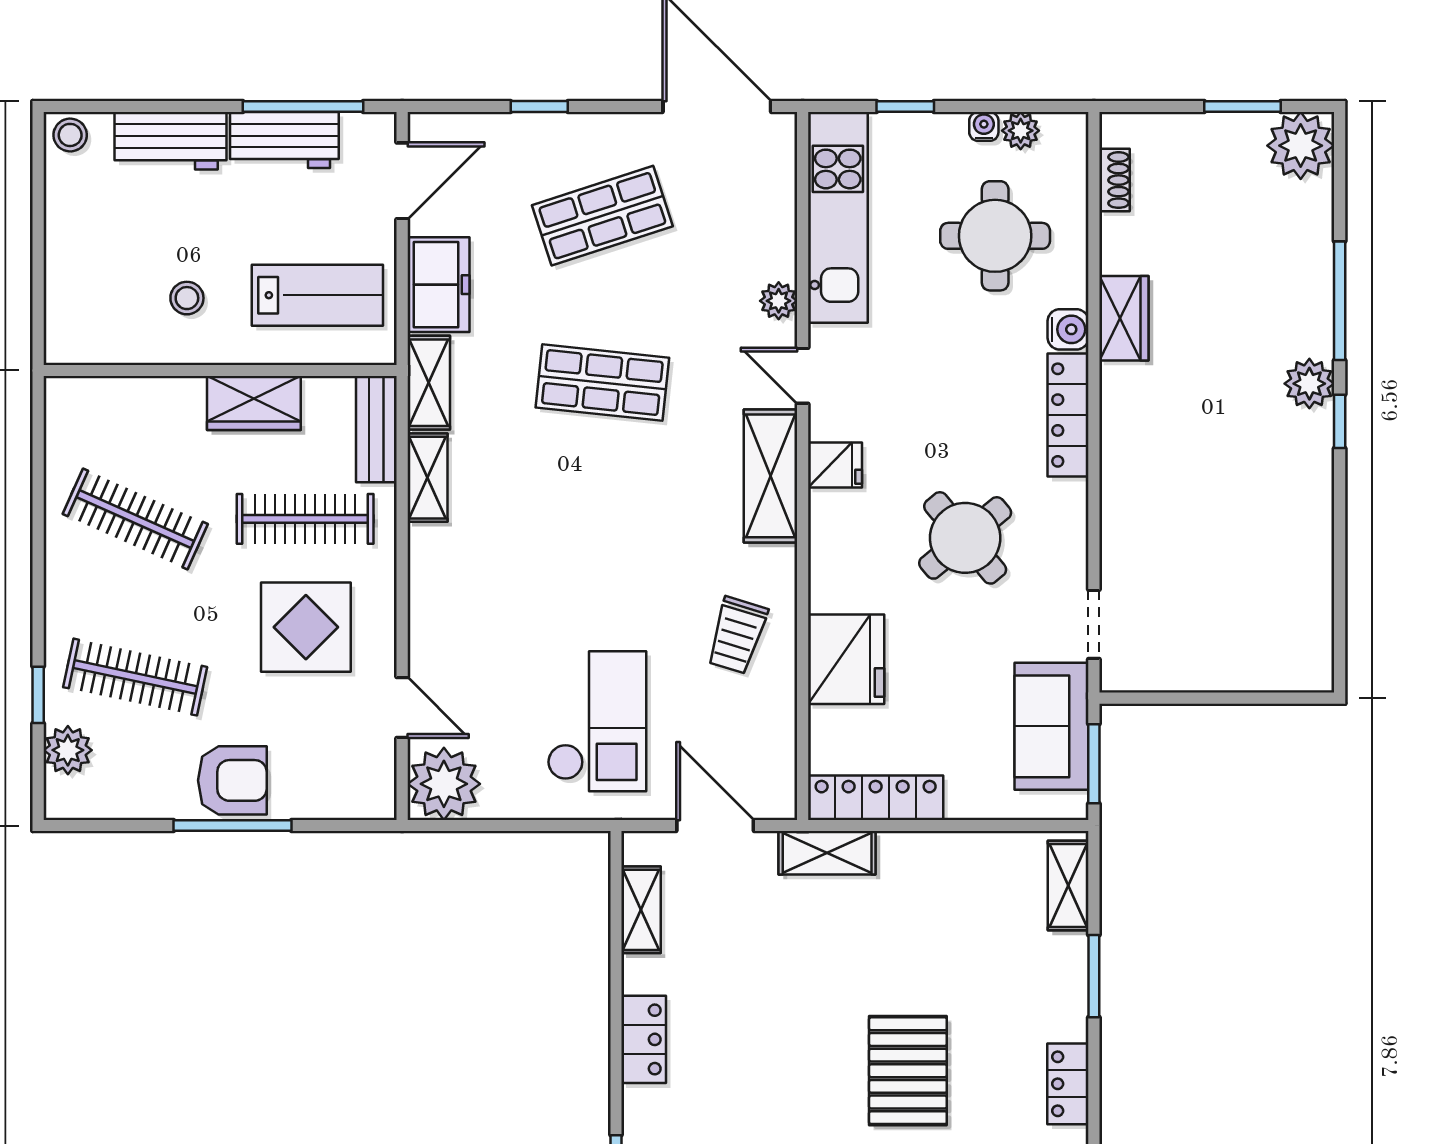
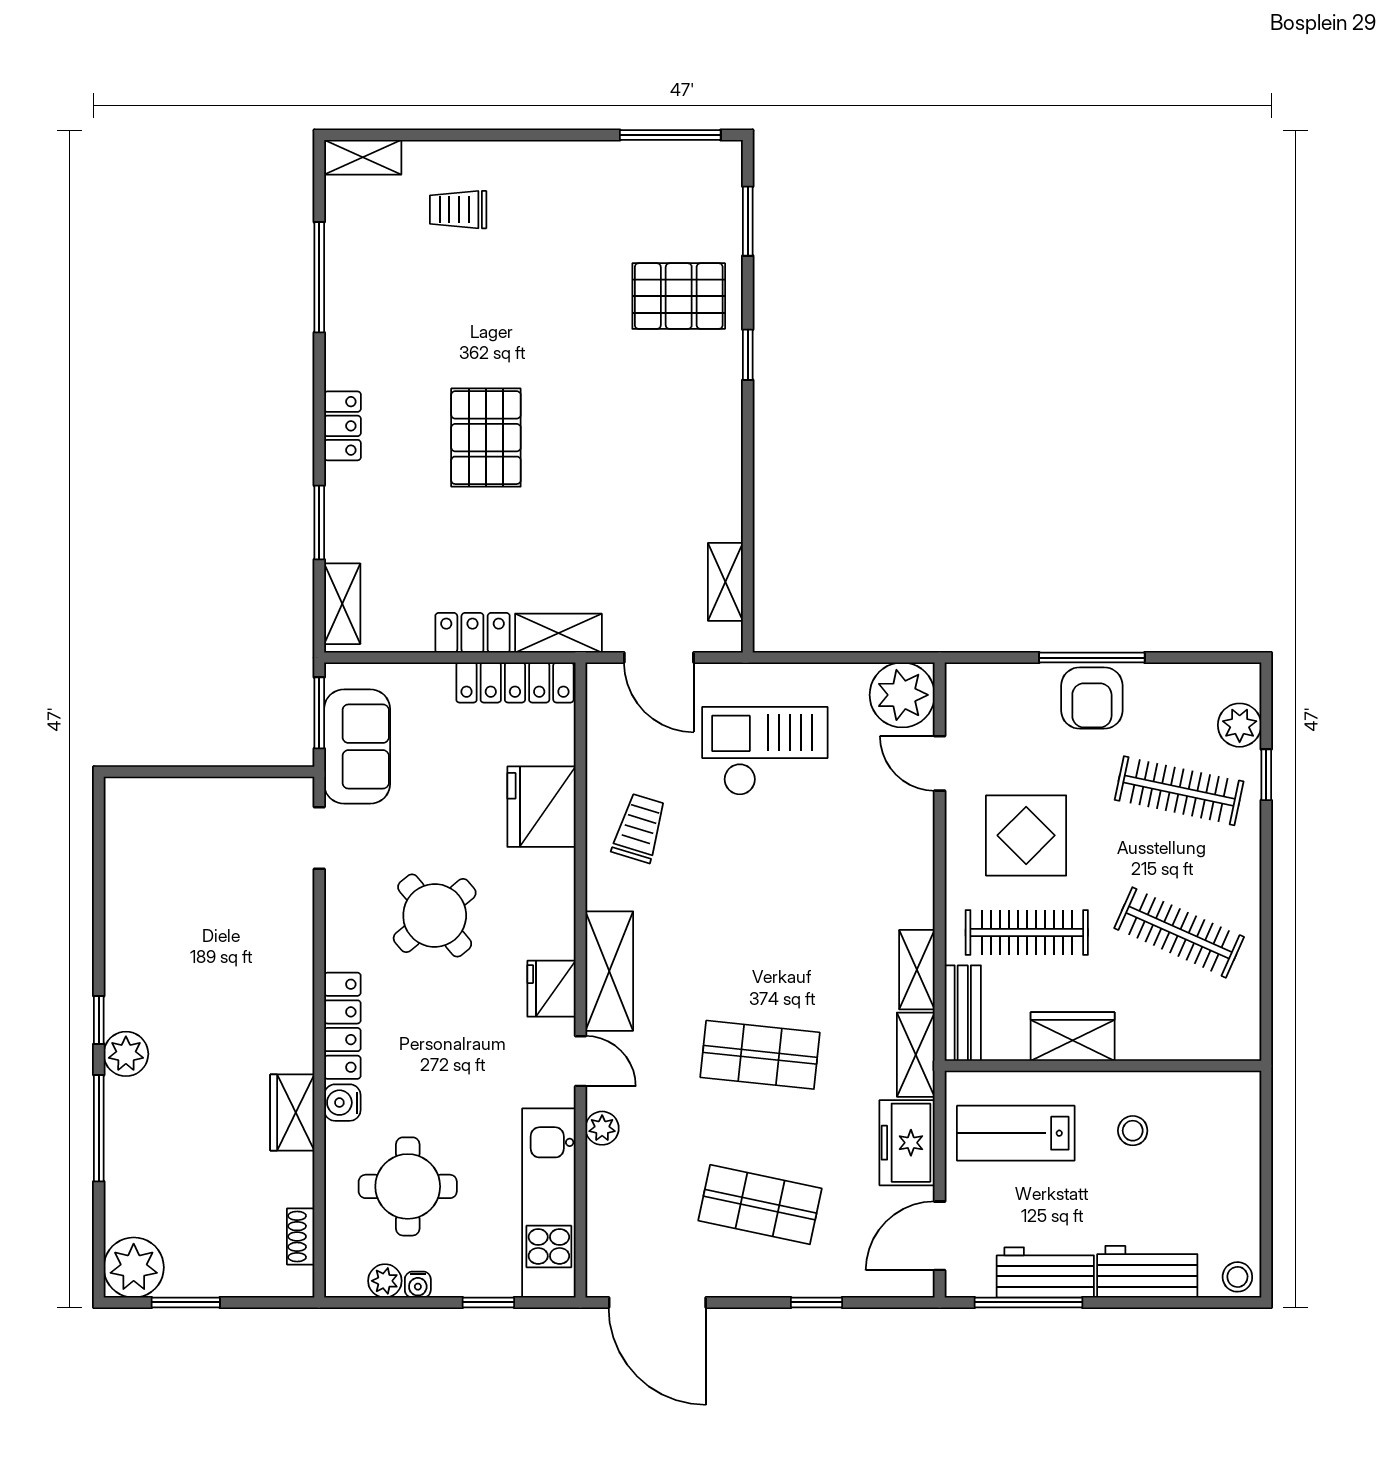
shop shelf: (602, 216) -> (760, 1205), turned 30
fridge: (835, 465) -> (551, 989), width x1.38
checkout: (597, 721) -> (765, 751), turned 90
armchair: (232, 780) -> (1092, 698), turned -90
locker: (644, 1039) -> (472, 633), moved, turned 90

